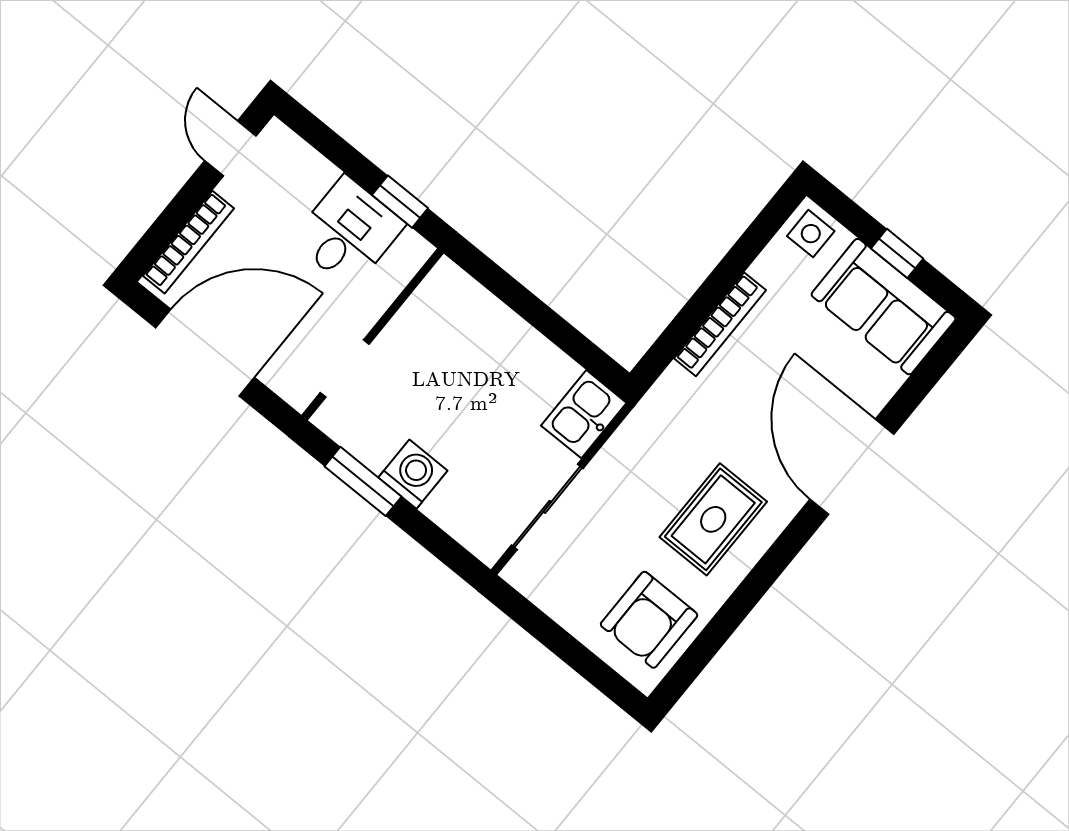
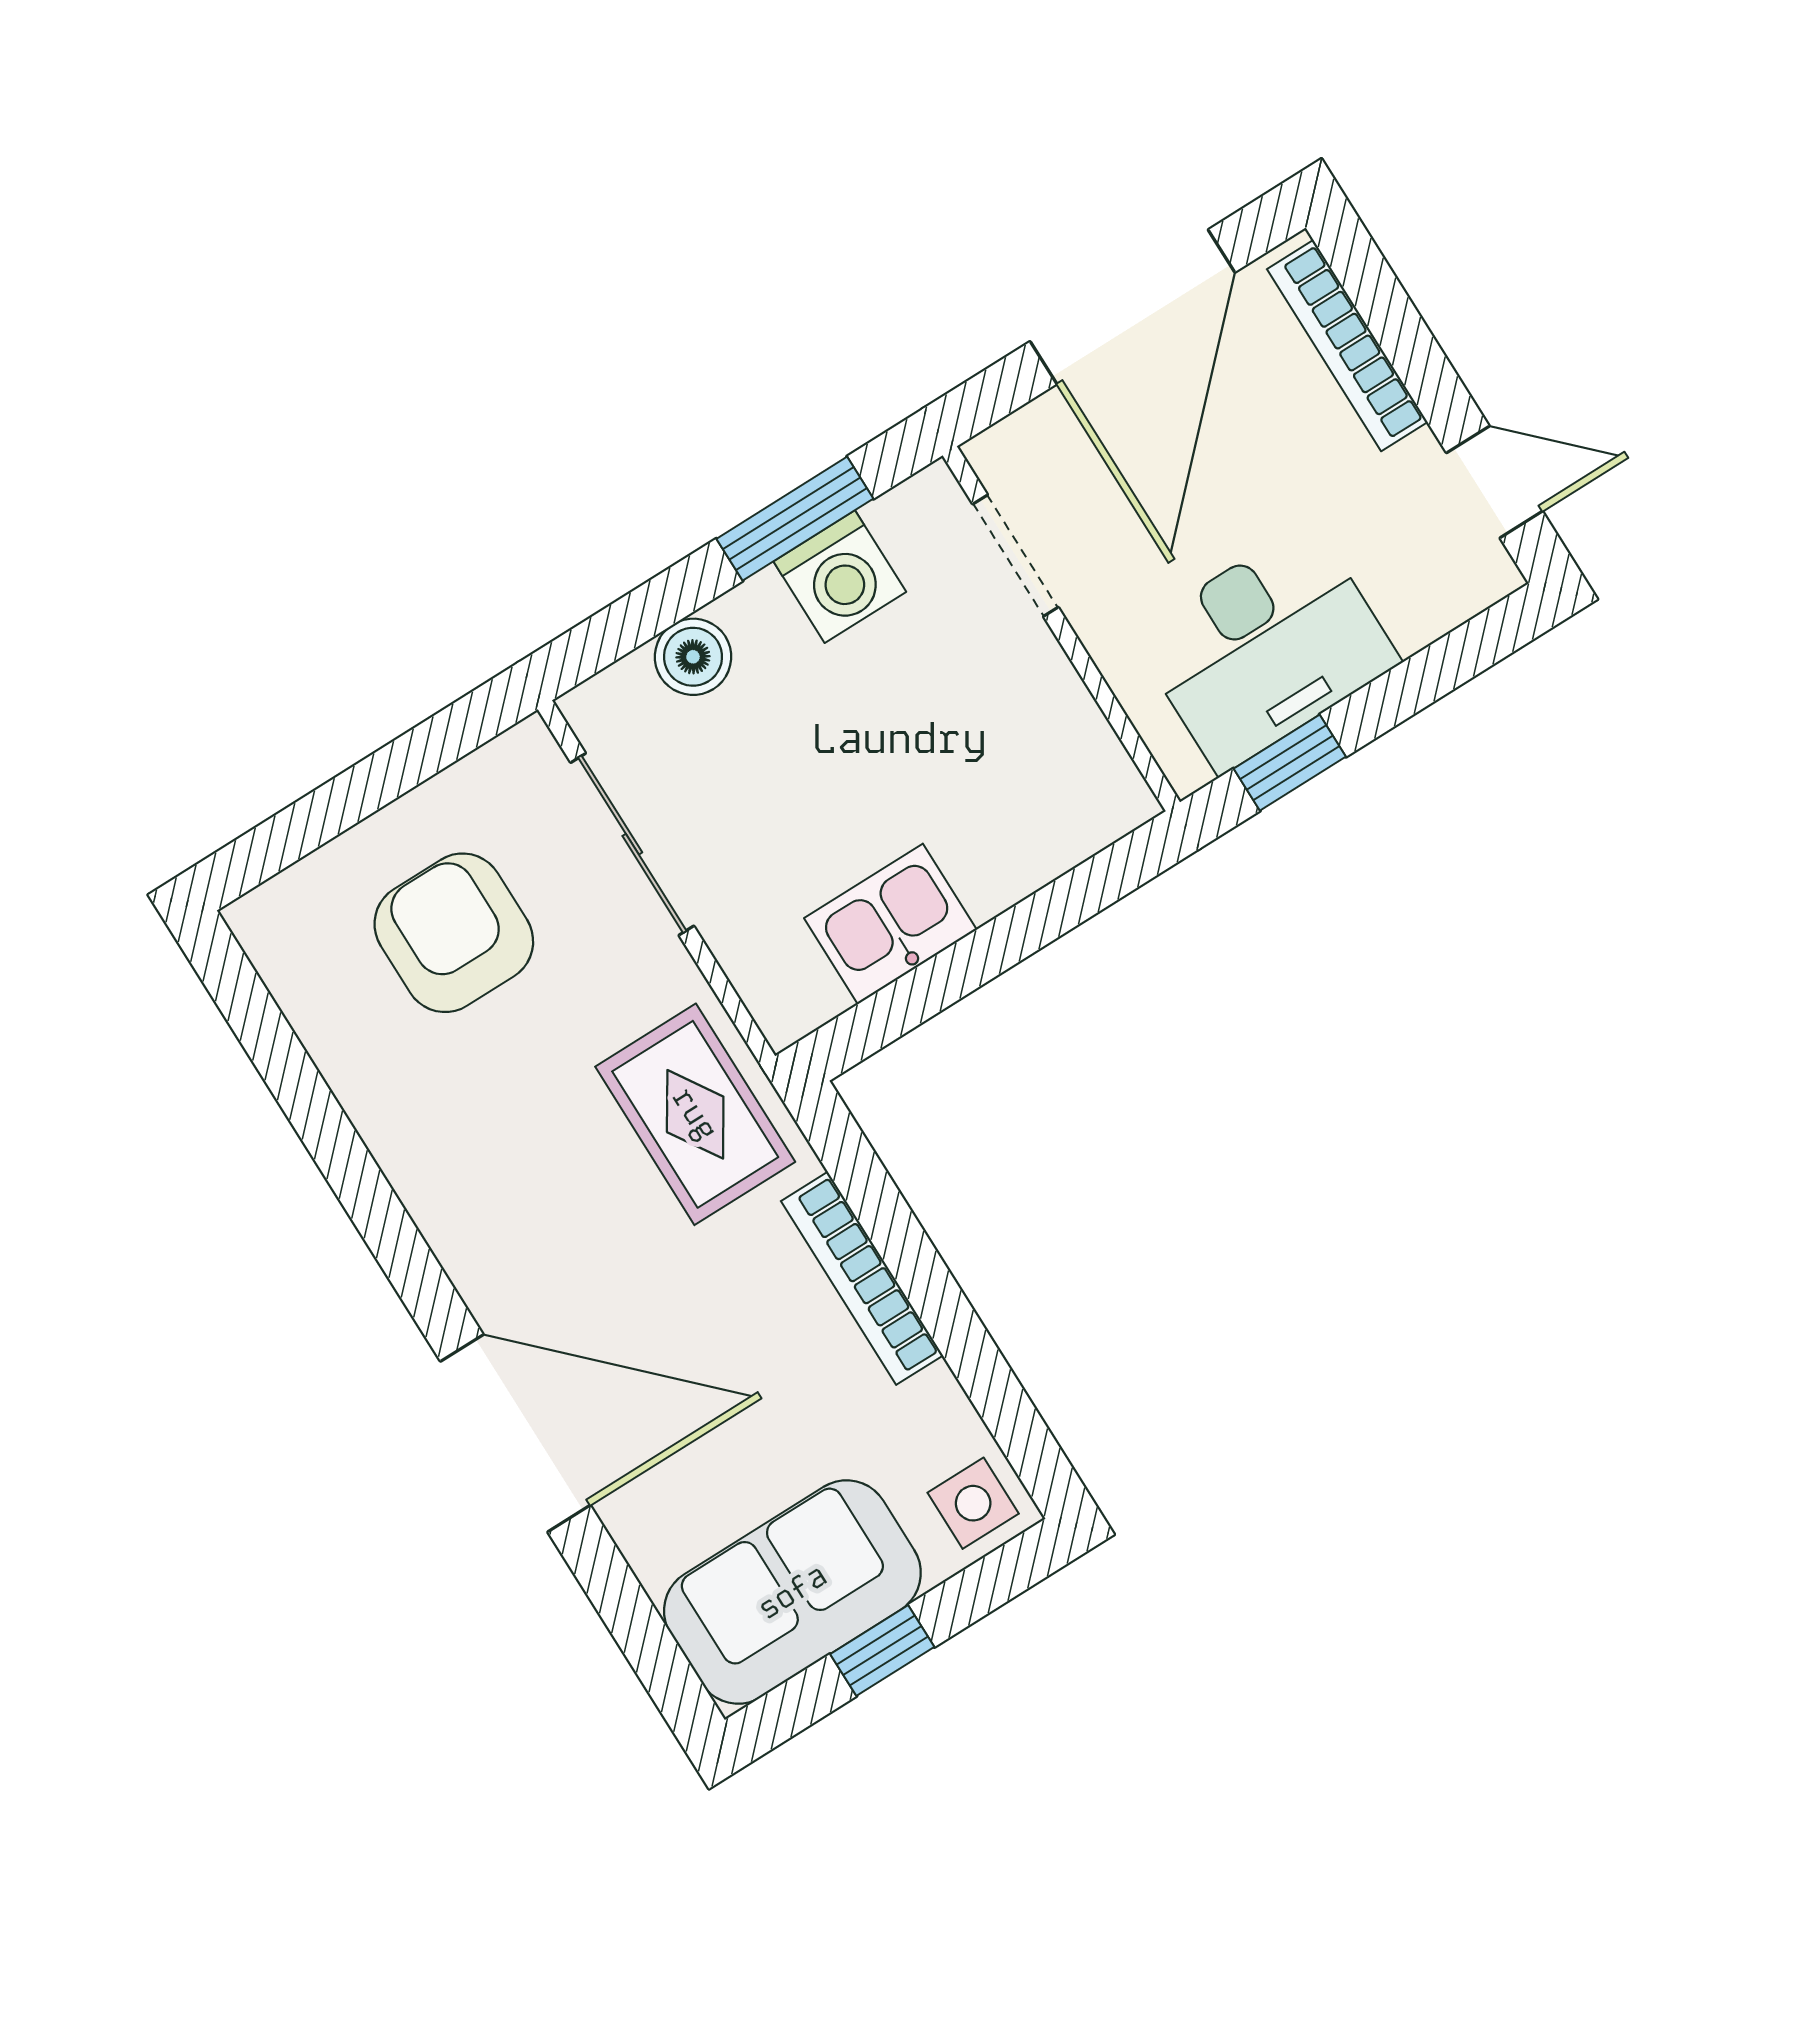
desk: (348, 232) -> (1265, 648), width x1.37
kitchen sink: (584, 414) -> (890, 924), moved, turned -90
washing machine: (413, 474) -> (840, 577), moved
boiler: (447, 508) -> (693, 657), added
rug: (713, 519) -> (695, 1114), moved
armchair: (649, 620) -> (454, 933), moved

